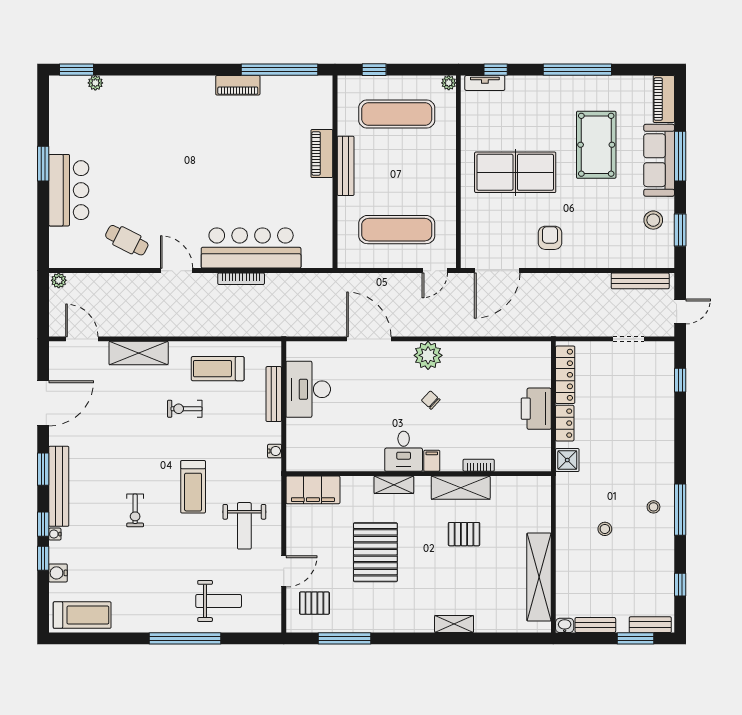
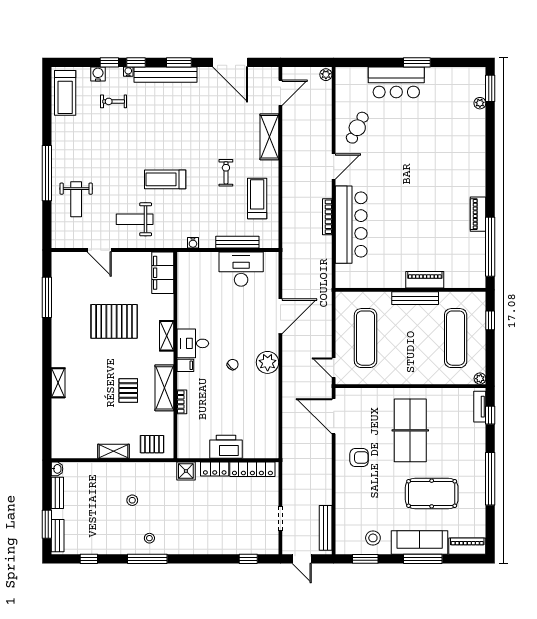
exercise bike: (135, 510) -> (114, 101), moved
shelving: (539, 577) -> (114, 451), width x0.45, depth x0.75
pallet: (314, 603) -> (152, 444), moved, turned 90

